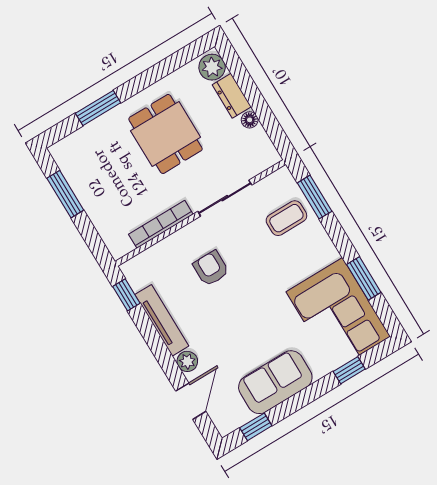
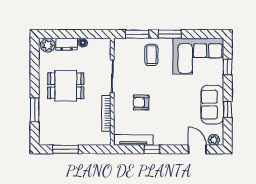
coffee table: (286, 218) -> (151, 55), moved
window: (364, 278) -> (170, 34), moved
window: (126, 295) -> (152, 149), moved
tv unit: (162, 320) -> (133, 140), moved
plant: (187, 361) -> (214, 140), moved
window: (256, 427) -> (228, 109), moved

